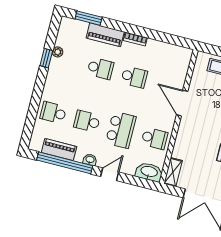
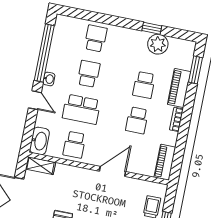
plant: (58, 52) -> (158, 44), width x1.88, depth x1.88
piano: (59, 150) -> (165, 162), moved, turned 180

